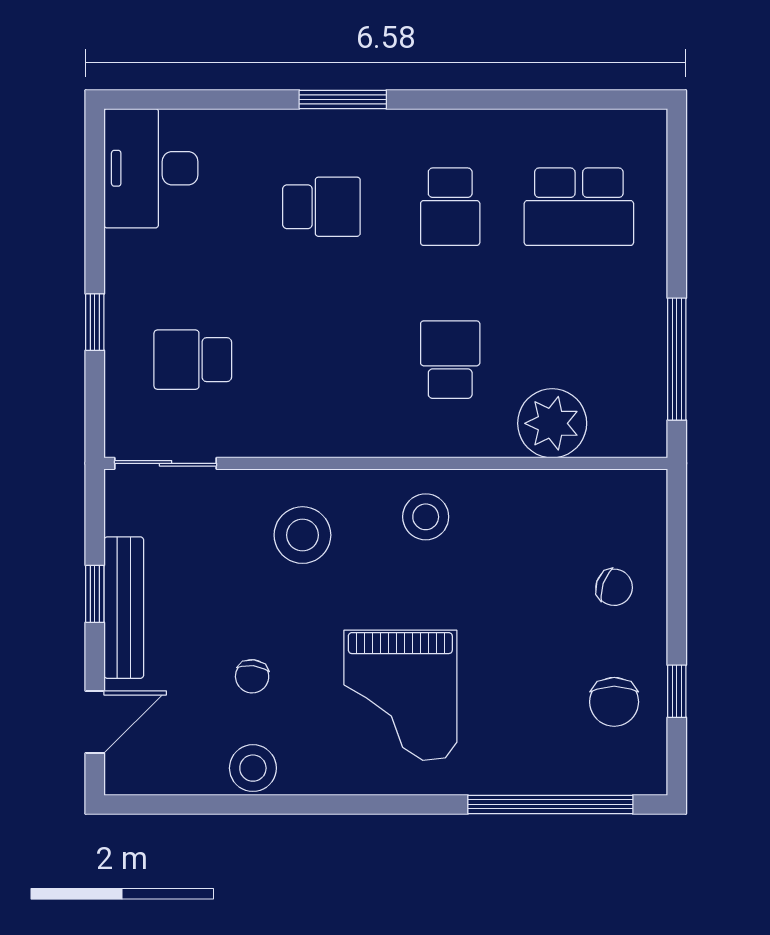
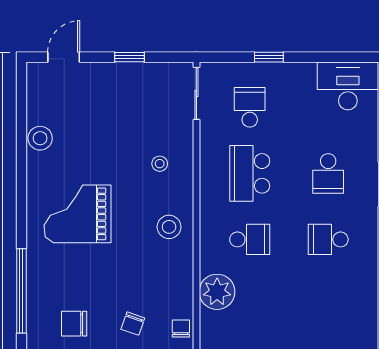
school desk: (579, 207) -> (250, 173), moved
stool: (302, 535) -> (160, 164), width x0.53, depth x0.53
bench: (124, 608) -> (122, 72), removed
chair: (252, 676) -> (181, 329), moved, turned 83
door: (95, 722) -> (64, 57), swing flipped

